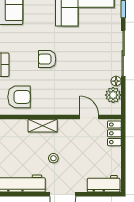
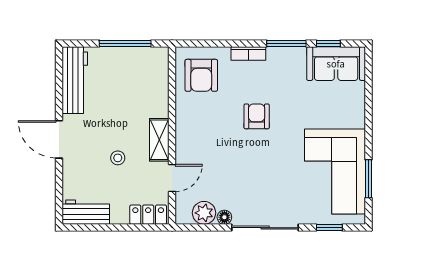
shelving: (43, 126) -> (159, 140), moved
stool: (53, 158) -> (118, 158), moved
workbench: (104, 184) -> (86, 212), moved, turned -90

